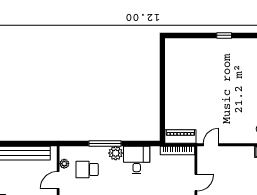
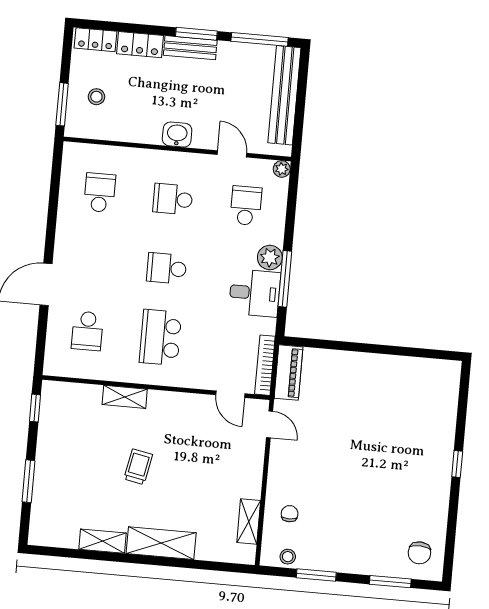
window: (105, 143) -> (285, 279), moved
plant: (64, 164) -> (282, 169), moved
door: (196, 183) -> (230, 394), moved

